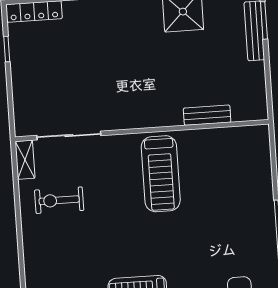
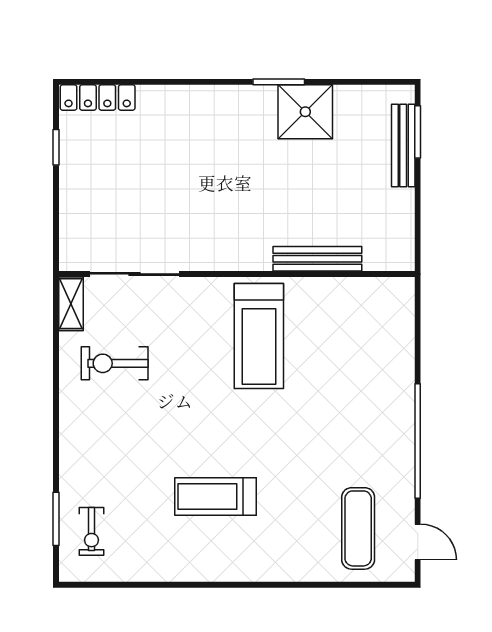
bench: (207, 115) -> (317, 259), width x1.36

